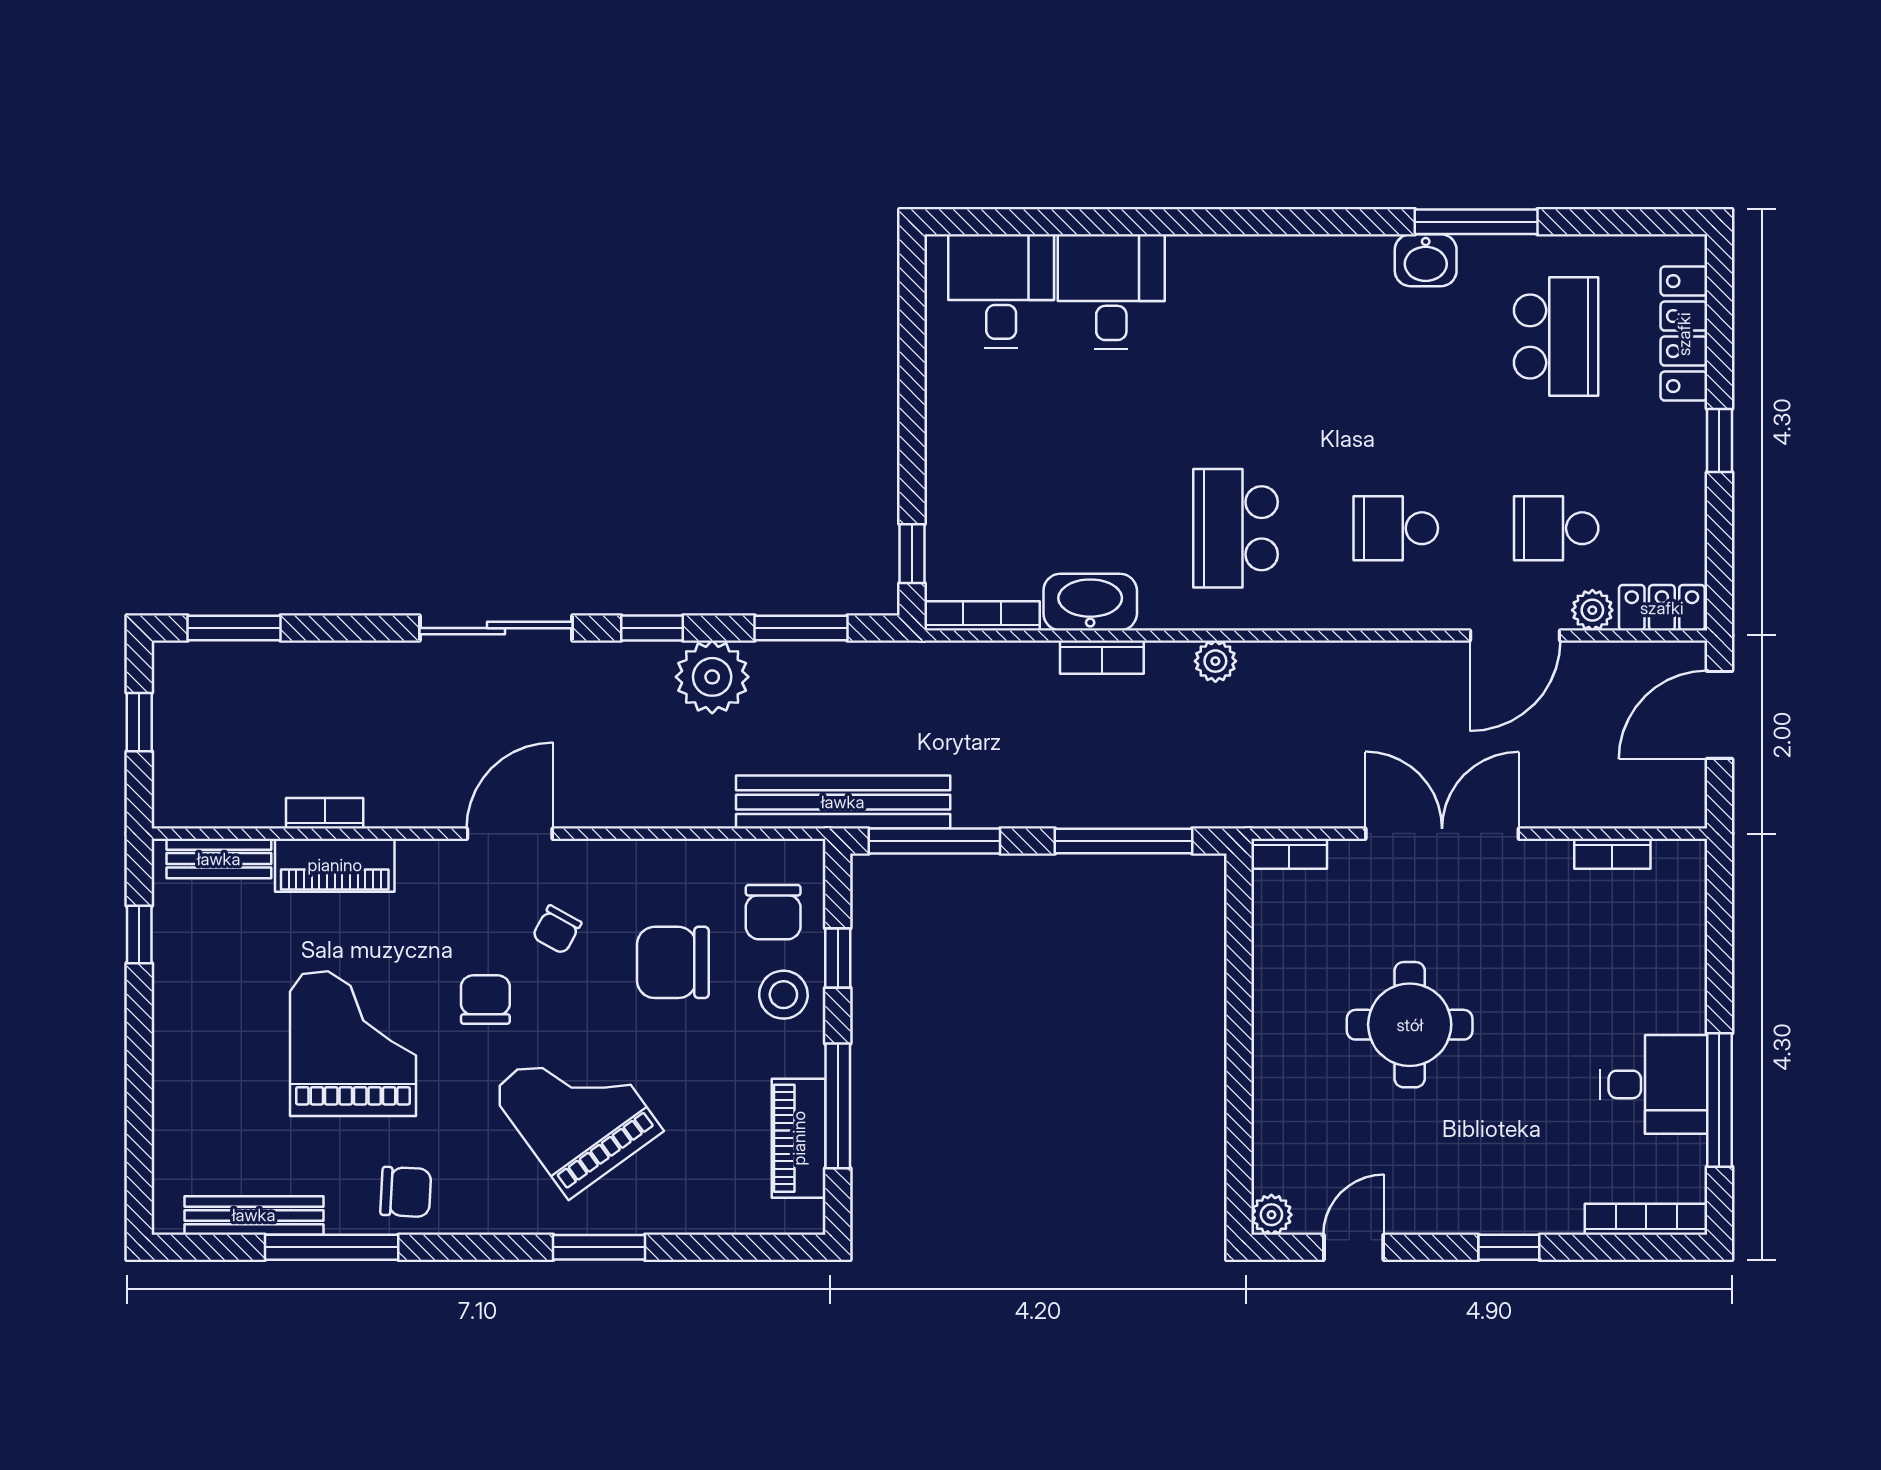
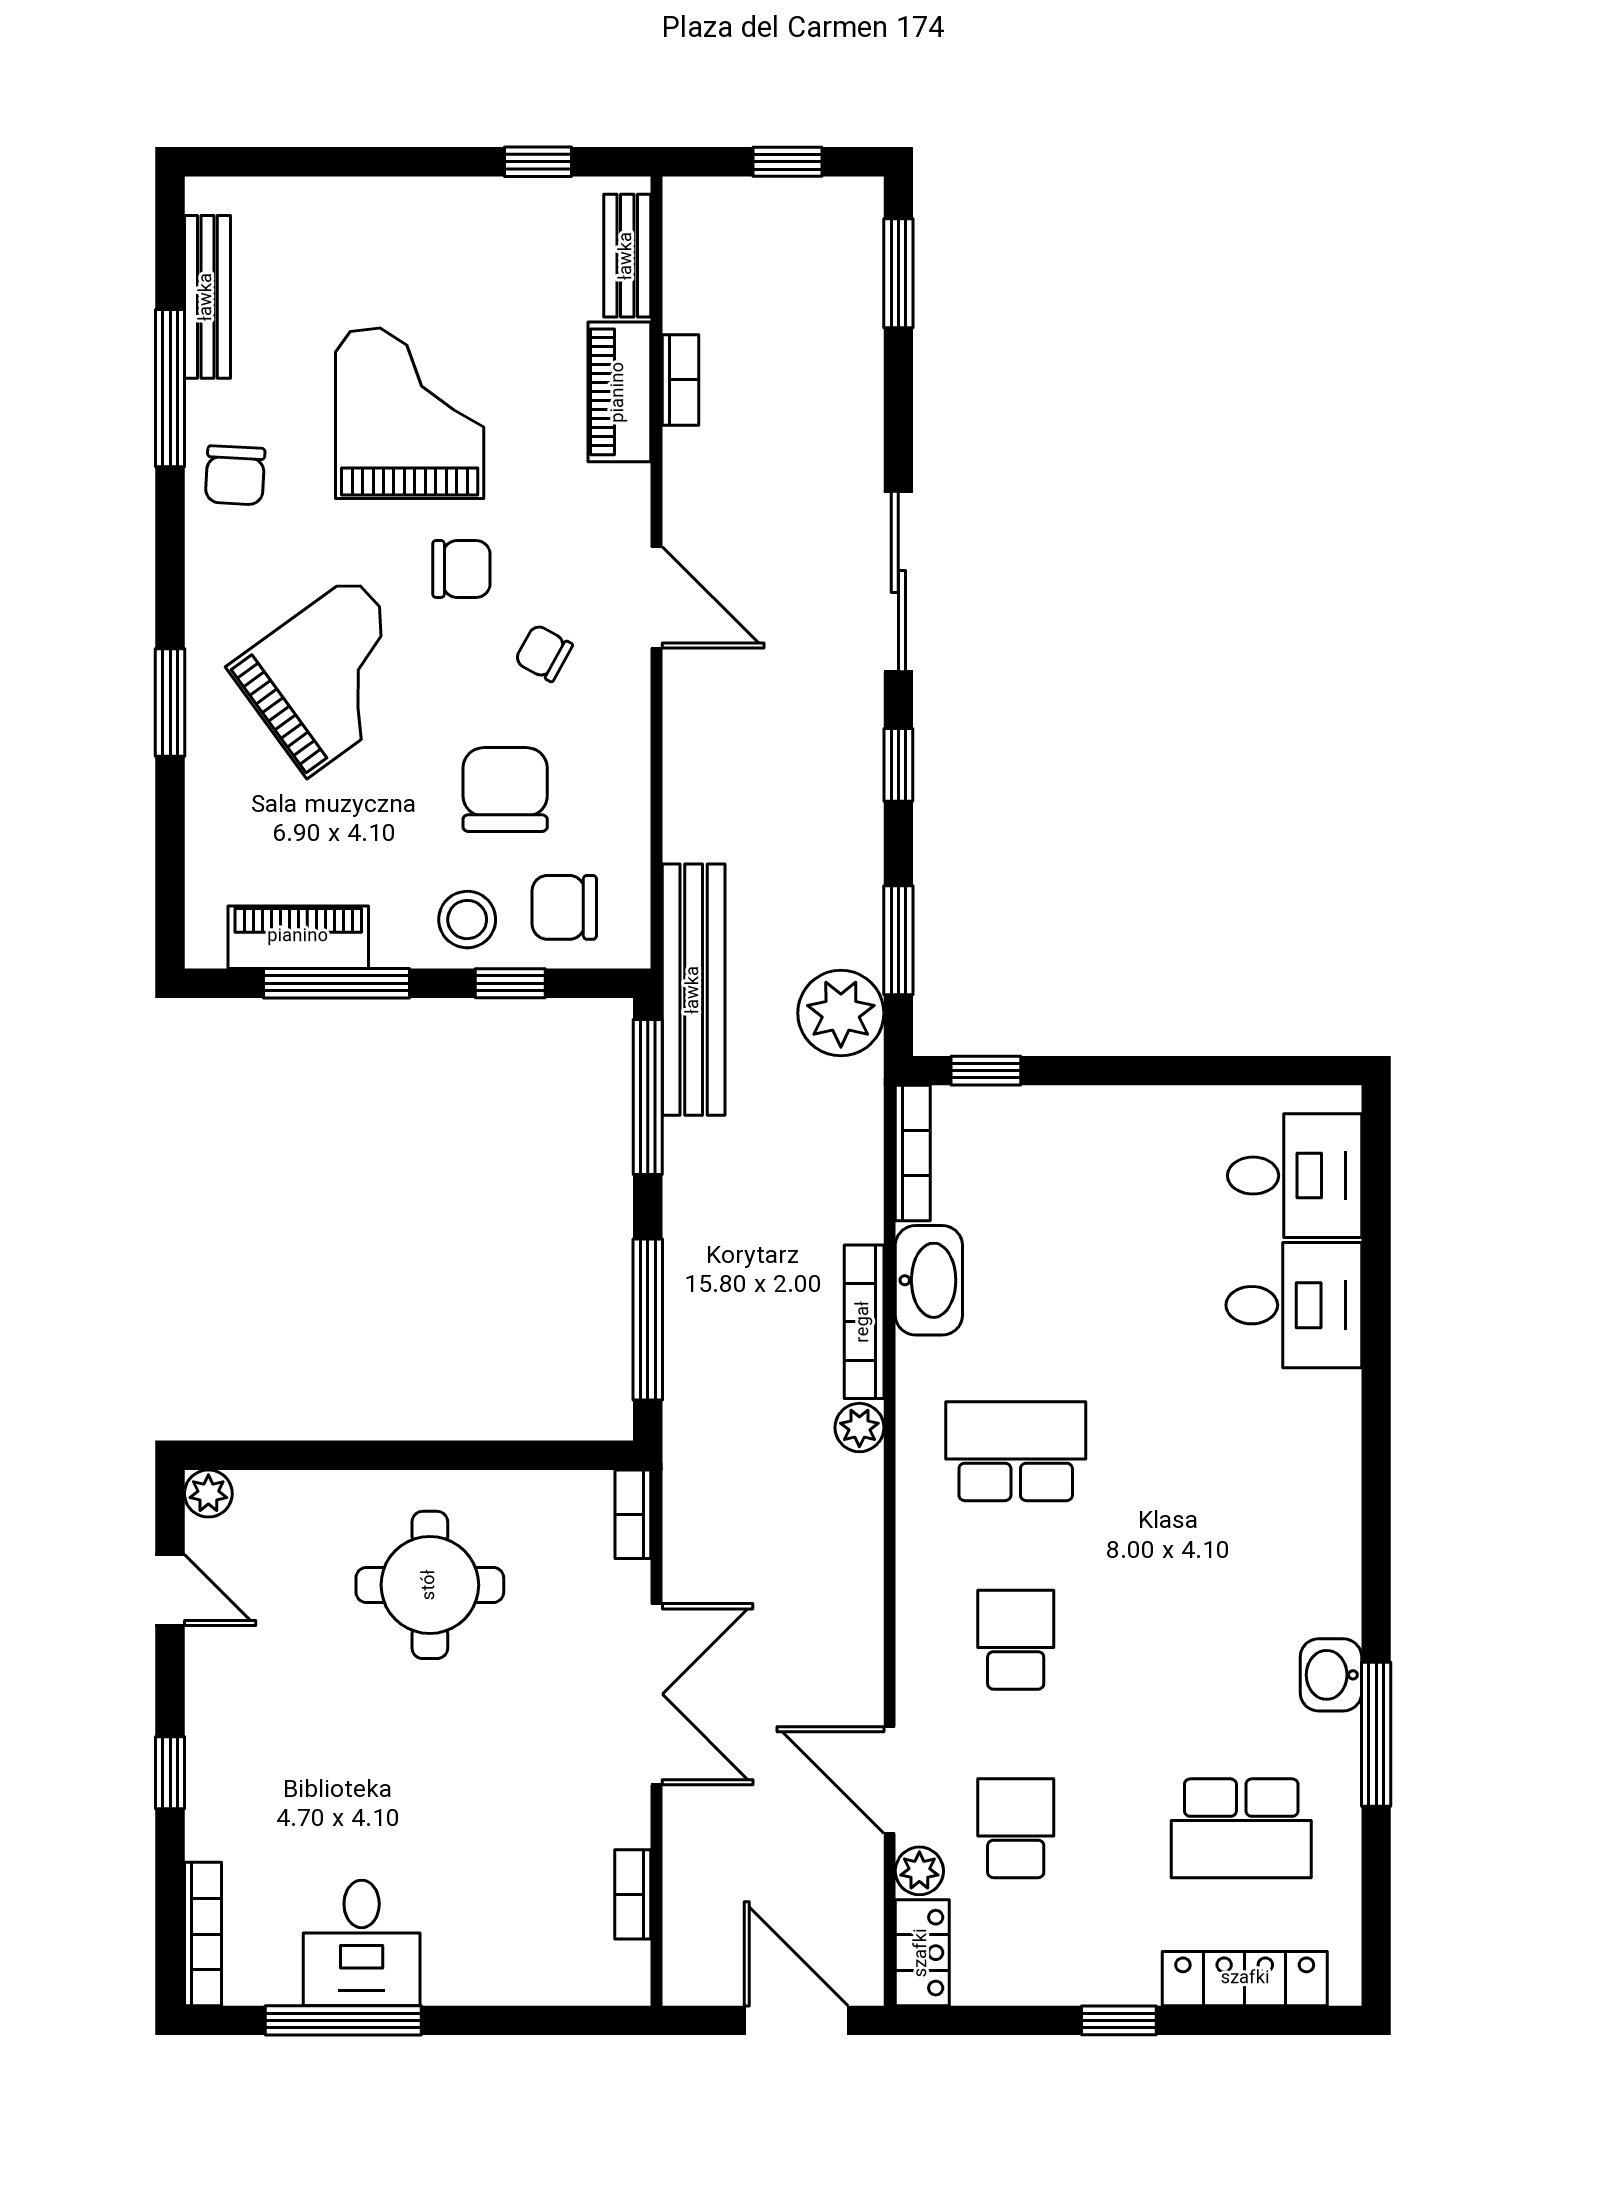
bookcase: (1102, 657) -> (864, 1322), width x1.56
plant: (712, 677) -> (841, 1013), moved
round table: (1410, 1025) -> (430, 1585), moved
grand piano: (353, 1044) -> (410, 413), turned -90

